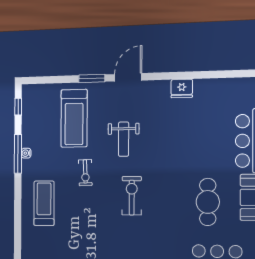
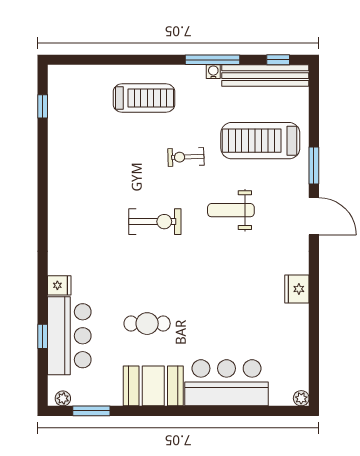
bench: (29, 116) -> (265, 76), added
cafe table: (208, 202) -> (147, 324), width x0.73, depth x0.74

